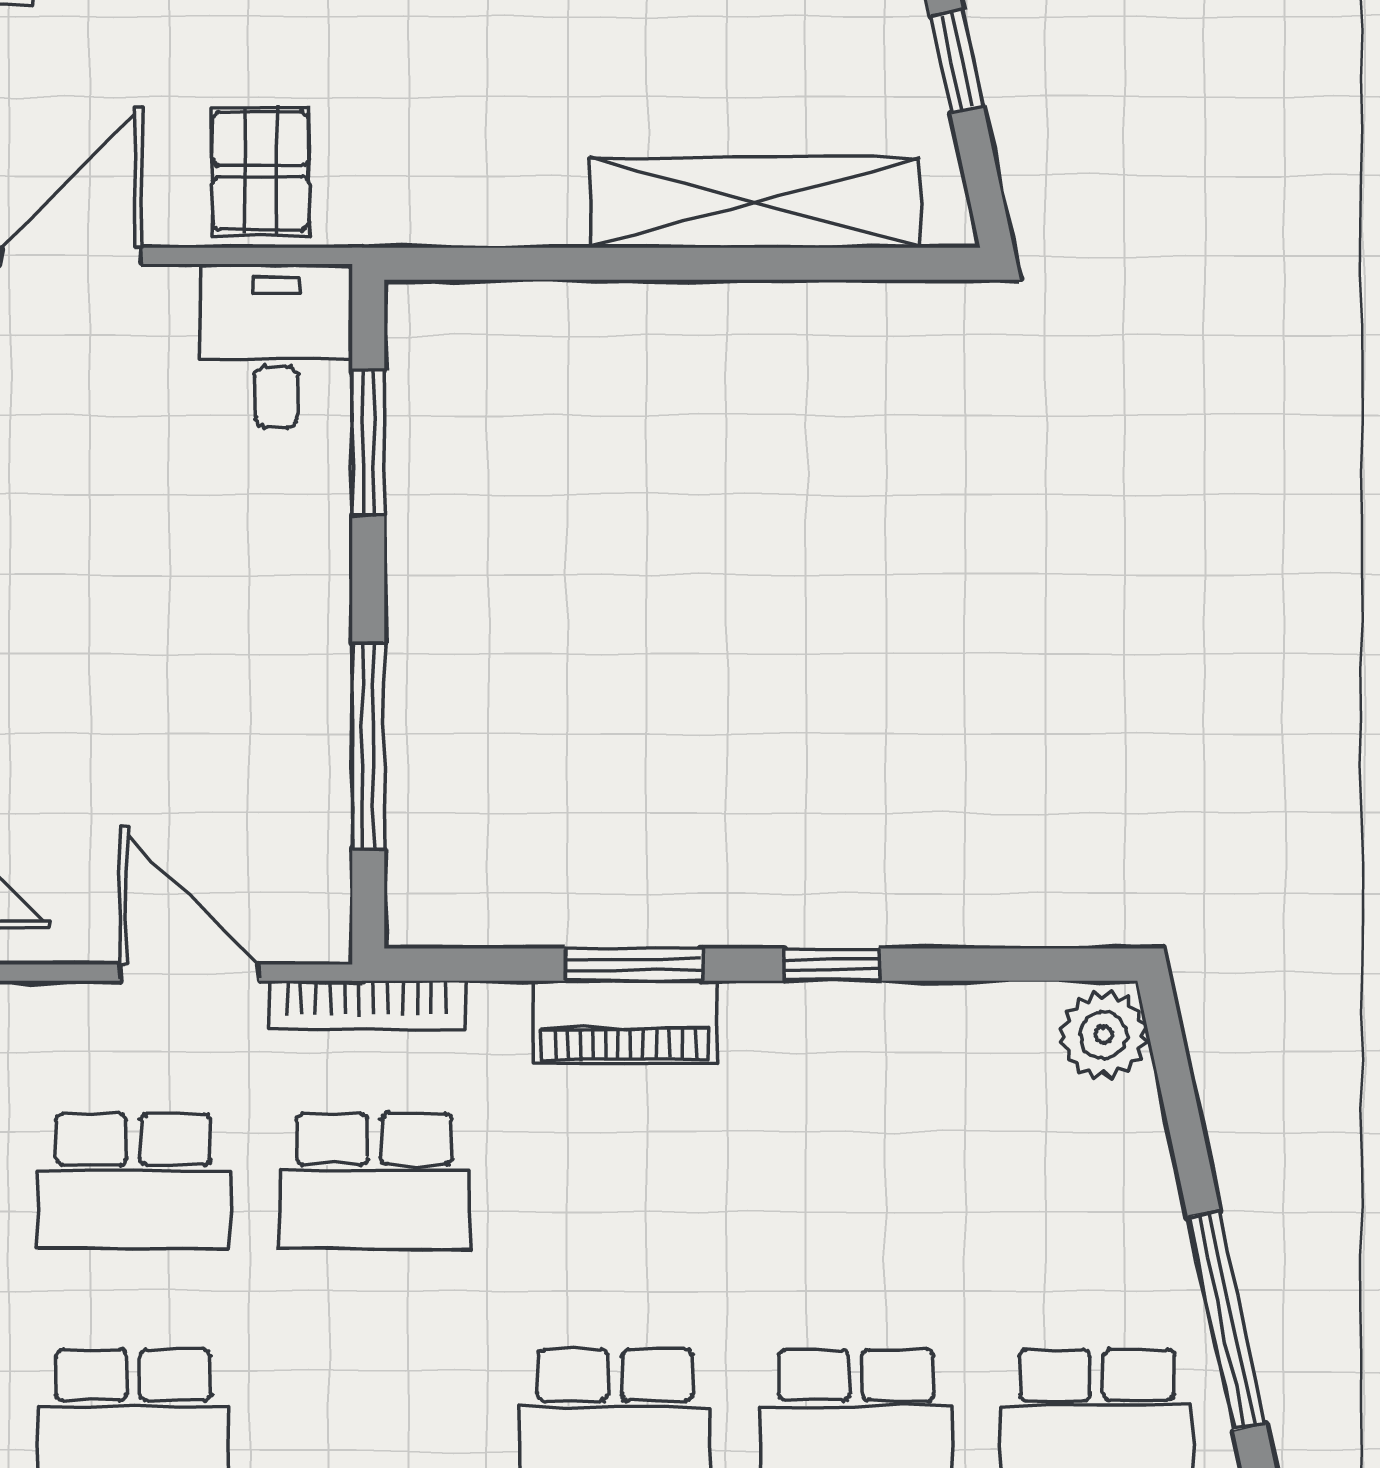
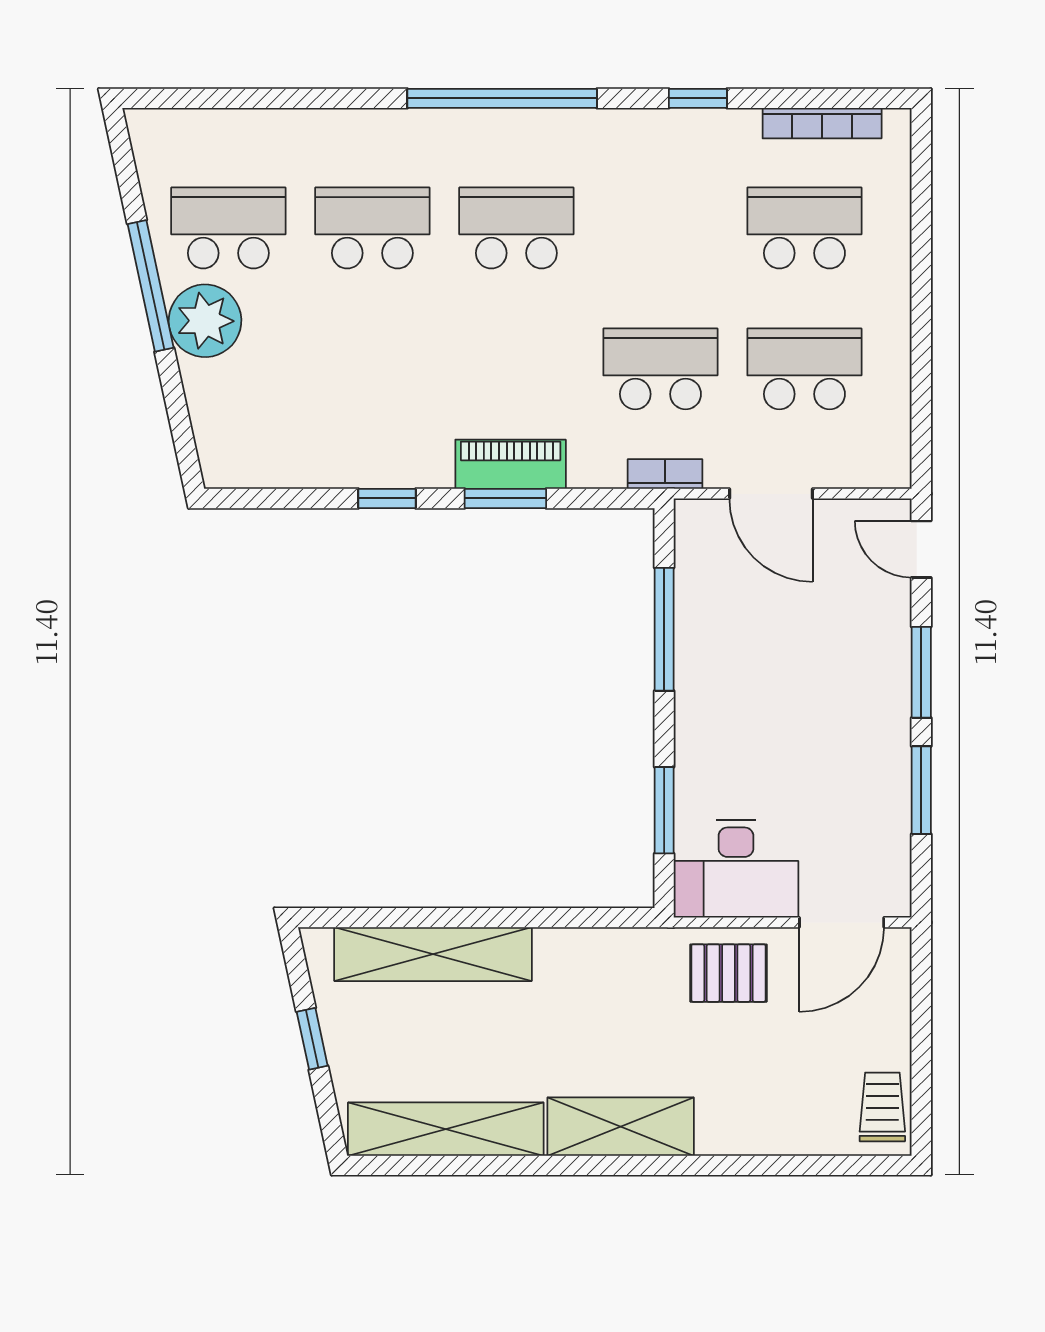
pallet: (260, 171) -> (728, 973), turned 90
desk: (276, 346) -> (736, 869), width x1.37
bookcase: (367, 1006) -> (665, 474), width x0.64
plant: (1104, 1035) -> (205, 321), moved, width x1.36, depth x1.36

